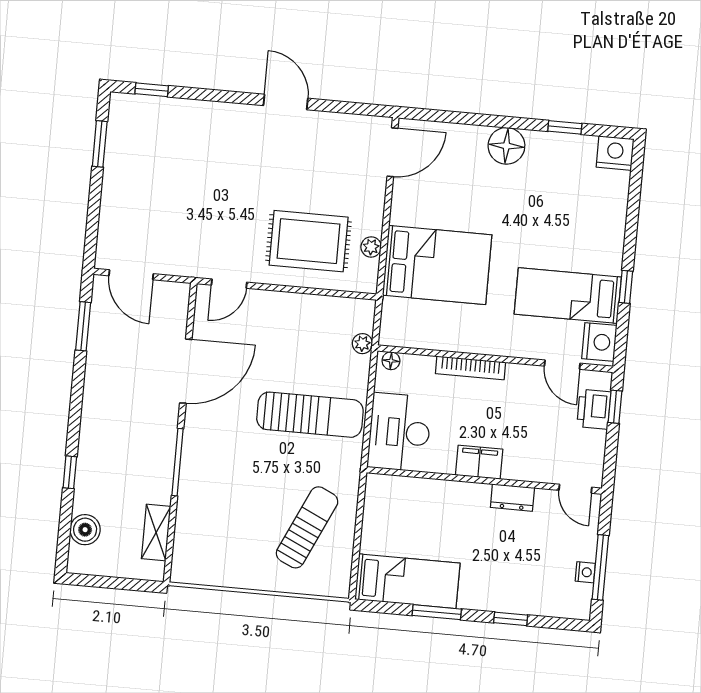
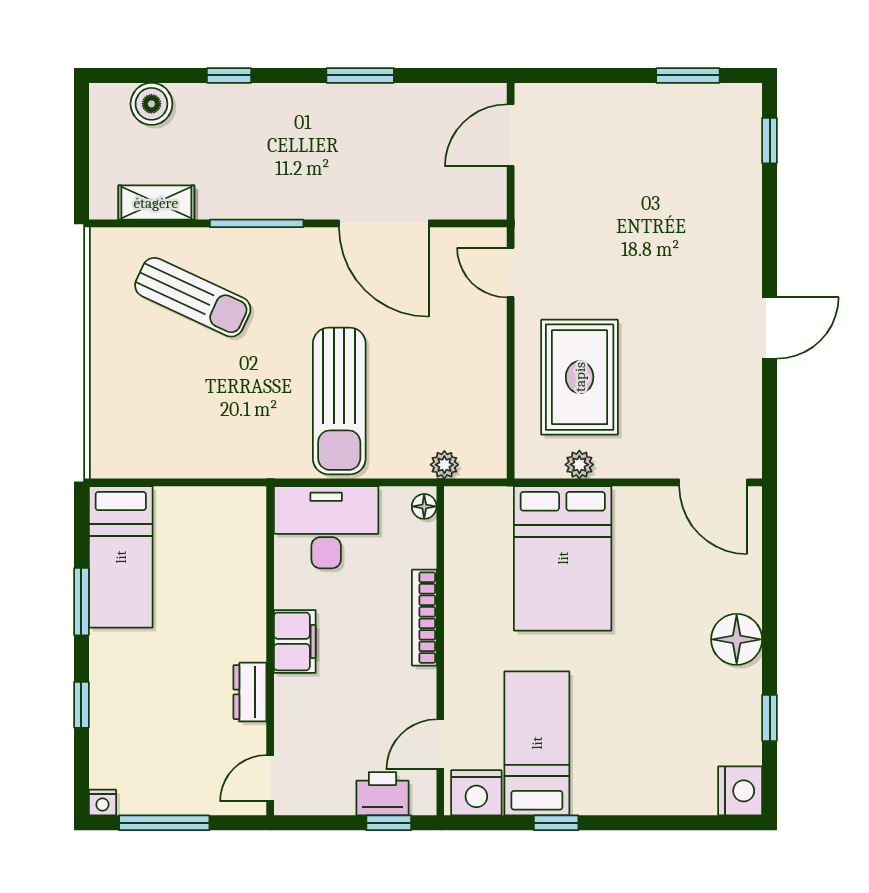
window: (83, 326) -> (360, 75), moved
sun lounger: (307, 527) -> (193, 297), moved
nightstand: (585, 572) -> (102, 802), moved

